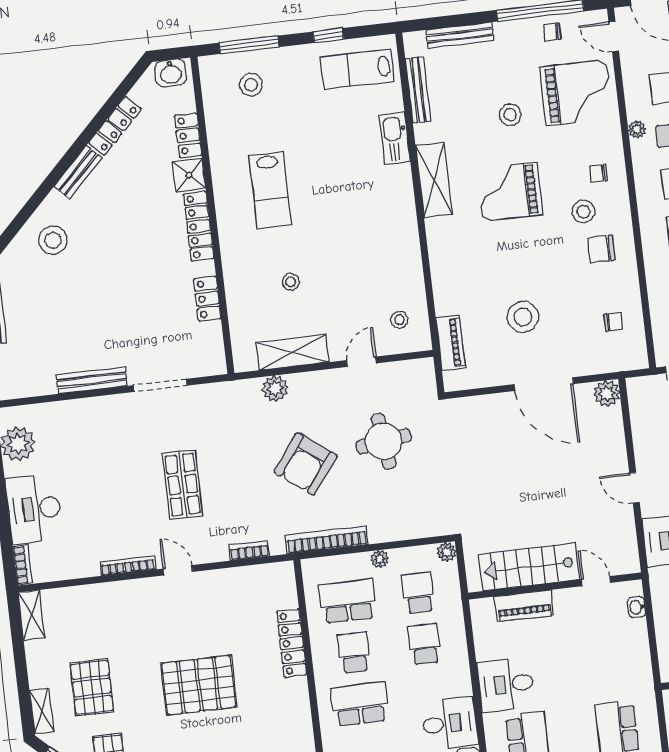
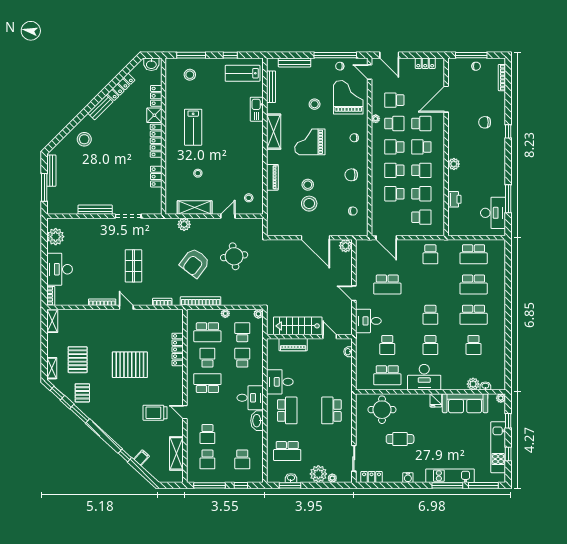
grand piano: (577, 93) -> (348, 97), turned -90
stool: (583, 211) -> (308, 185), moved
piano: (451, 343) -> (272, 177), moved
school desk: (348, 601) -> (207, 332), turned 180

